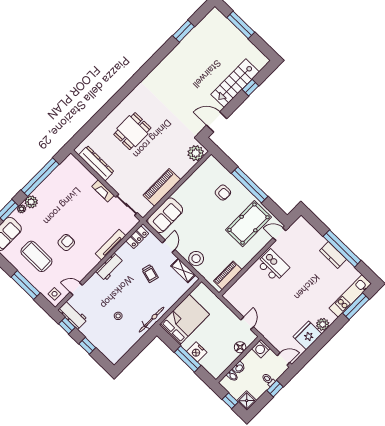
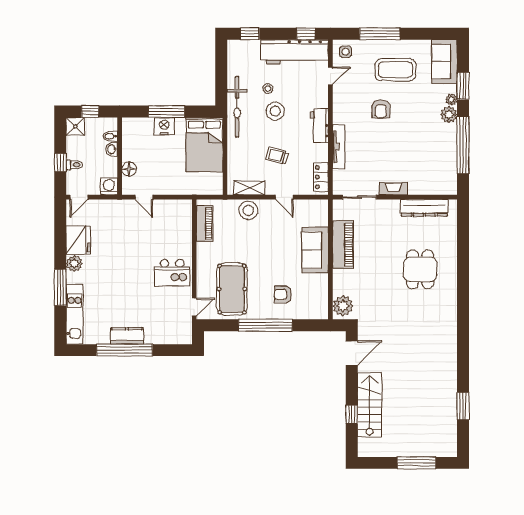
sofa: (165, 215) -> (315, 250), moved
stool: (126, 299) -> (275, 111), added
window: (356, 306) -> (60, 287), moved
workbench: (73, 315) -> (295, 52), width x1.88, depth x1.32
bicycle: (152, 320) -> (237, 107), width x1.37, depth x1.40
window: (87, 346) -> (250, 34), moved

